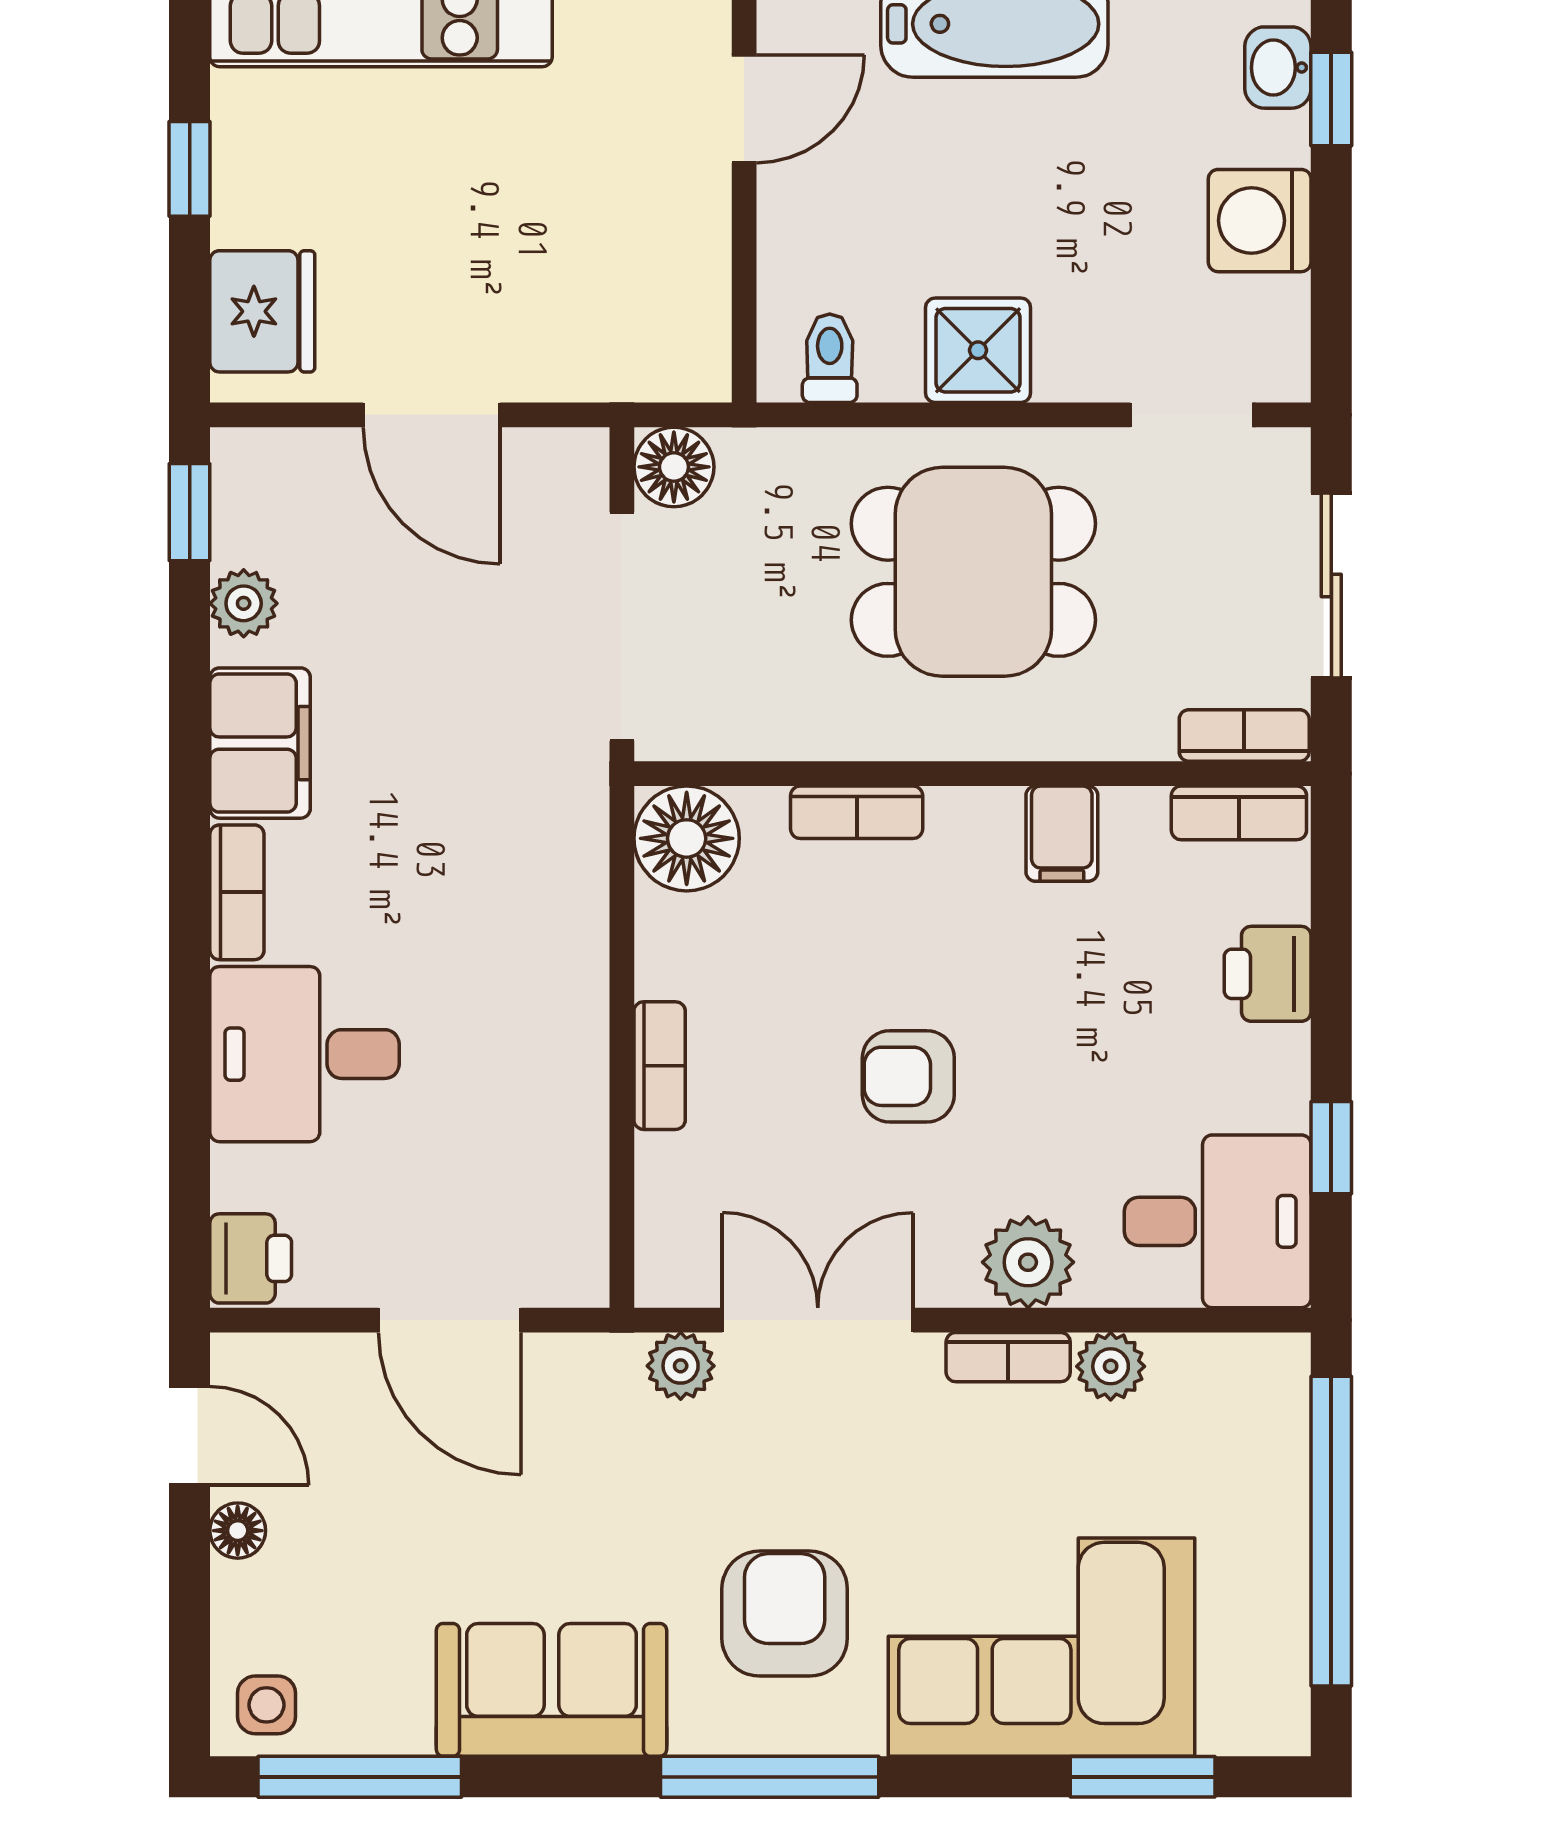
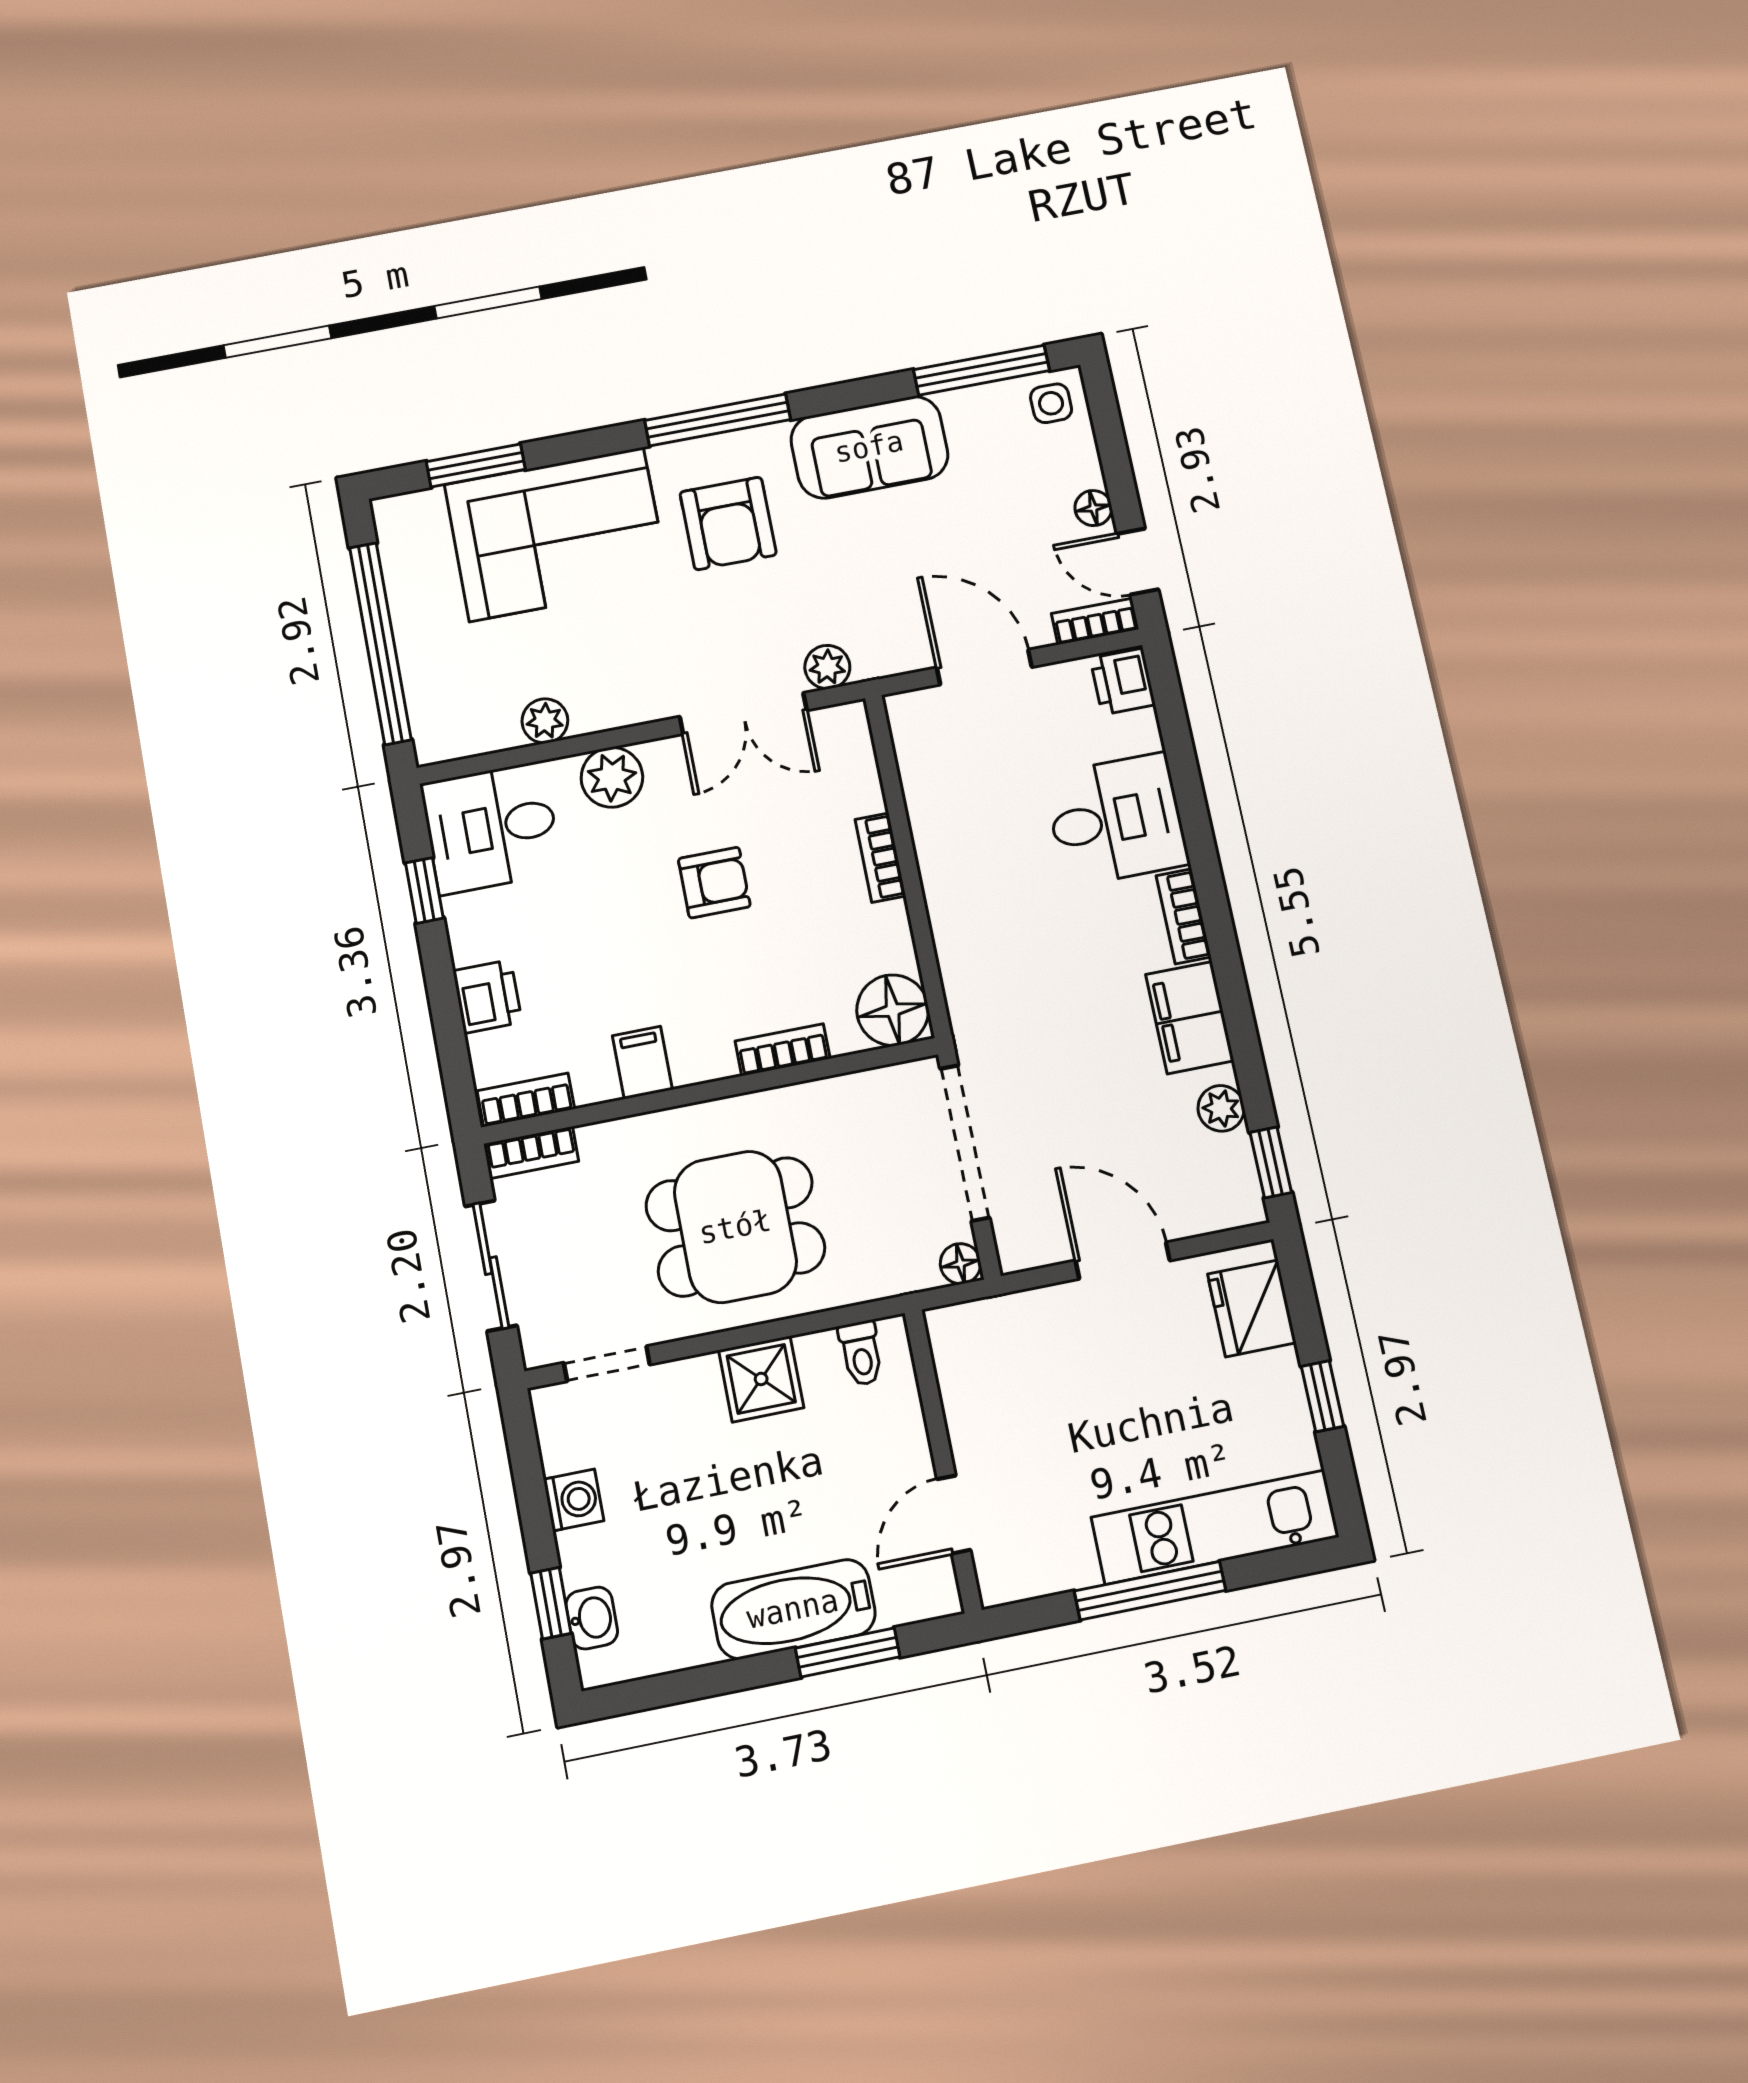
washing machine: (1260, 221) -> (574, 1500), width x0.73, depth x0.73
floor lamp: (674, 467) -> (960, 1264), width x0.73, depth x0.73
bookcase: (1008, 1357) -> (1095, 621), moved

